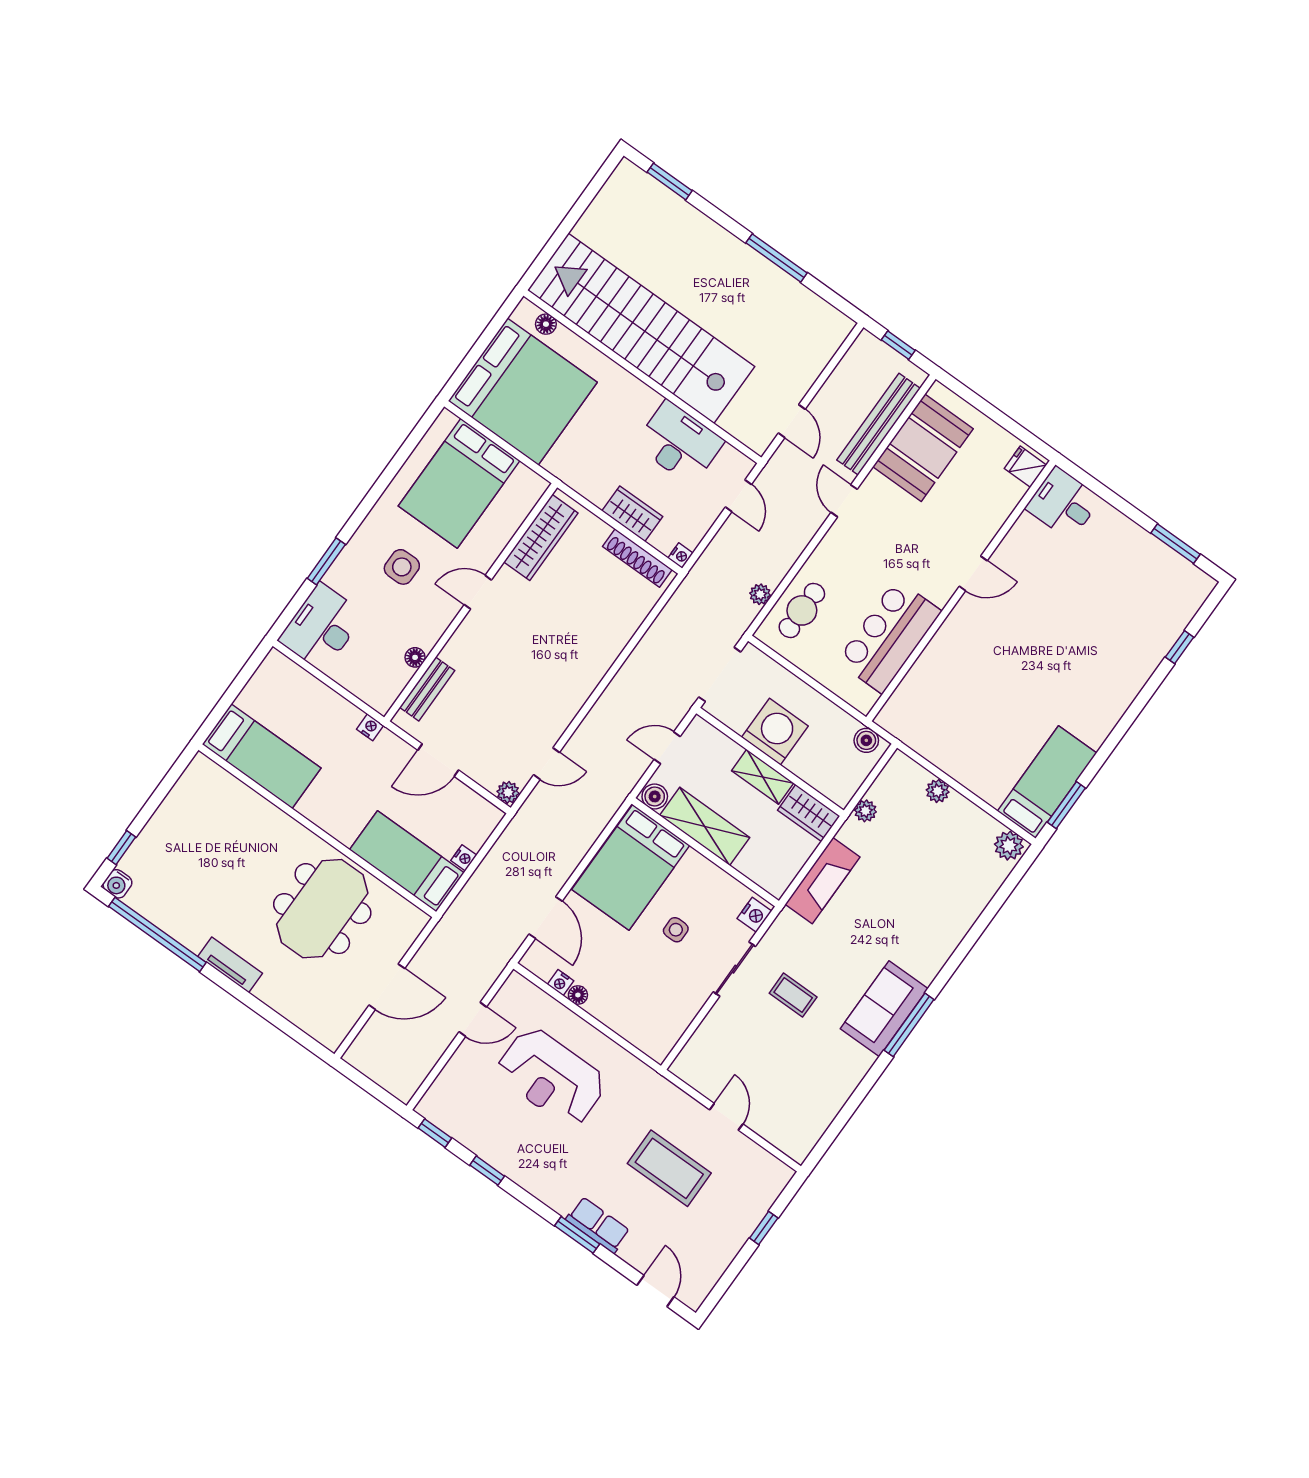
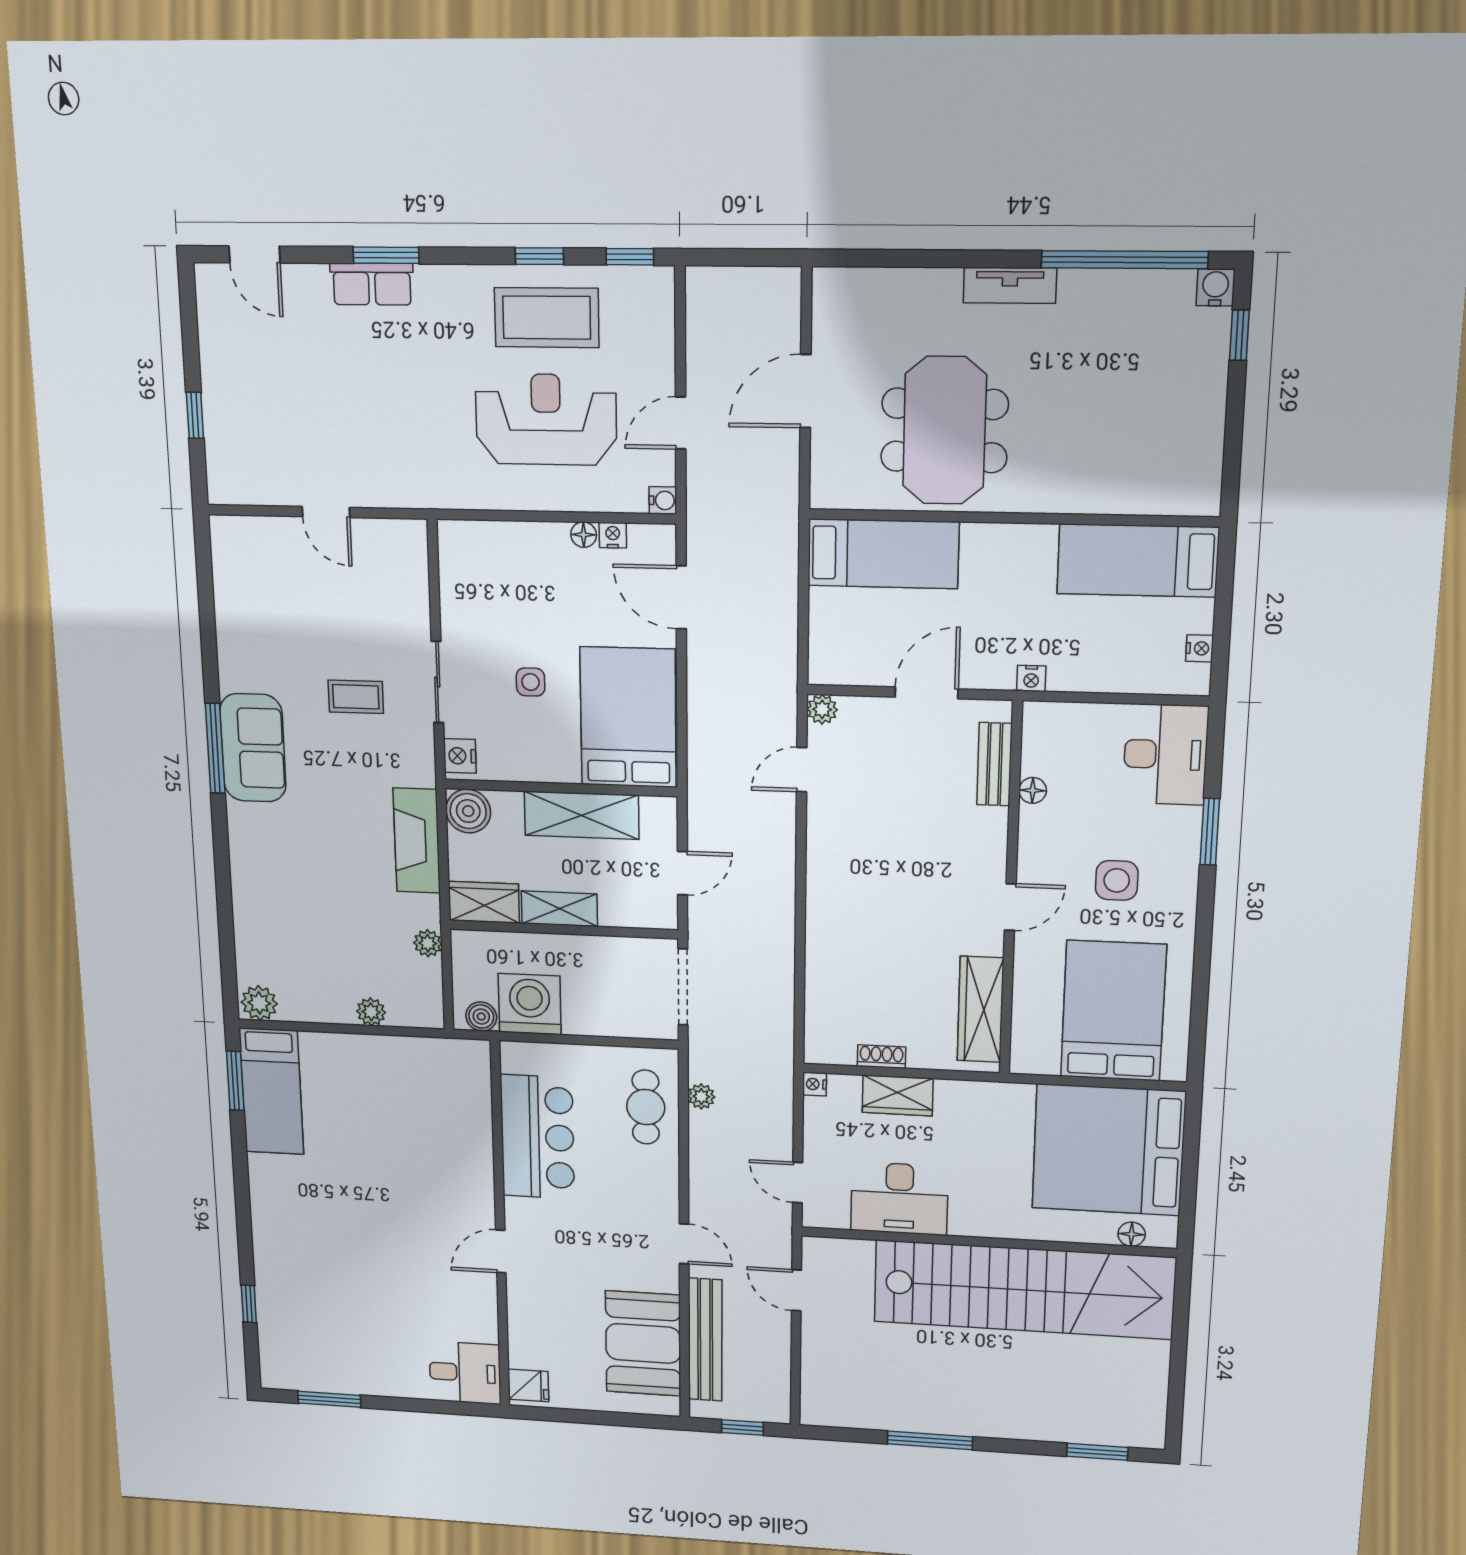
shoe rack: (637, 558) -> (882, 1057), width x0.51, depth x0.81
washing machine: (775, 732) -> (530, 1004), moved, turned 180
boiler: (655, 796) -> (468, 811), moved, width x1.36, depth x1.36
nightstand: (464, 858) -> (1199, 648), moved, turned 180
water cooler: (516, 982) -> (663, 500), added
coffee table: (669, 1168) -> (547, 318), moved

